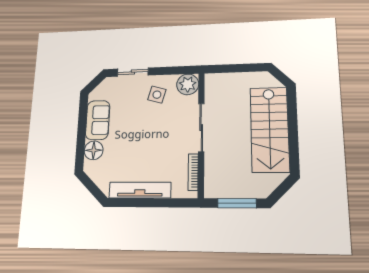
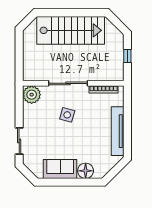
side table: (157, 95) -> (67, 115), moved
window: (237, 203) -> (127, 56), width x0.46

